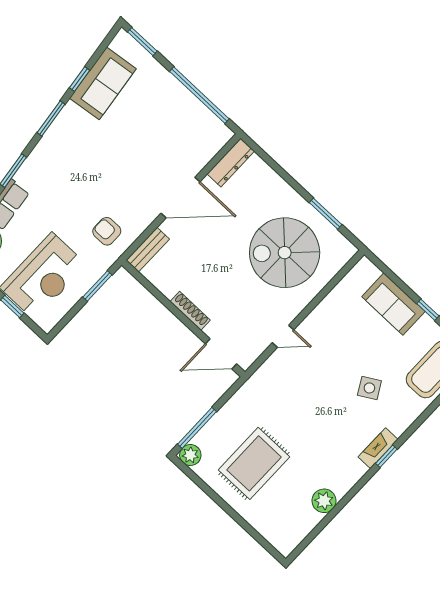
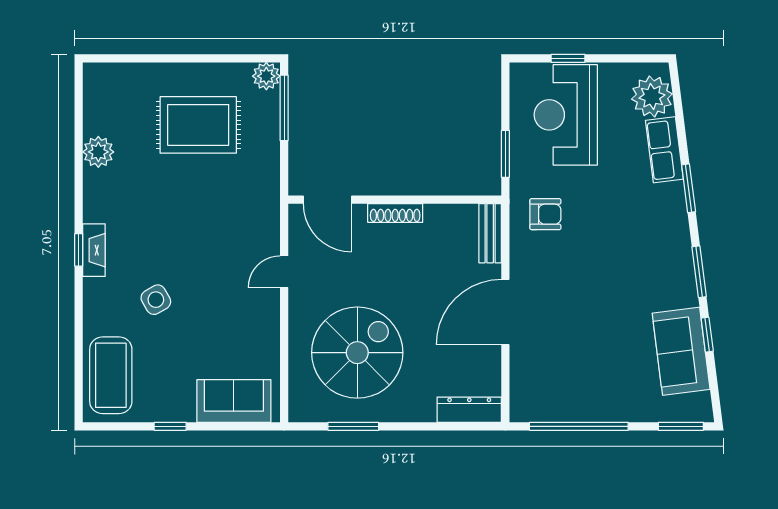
dresser: (231, 163) -> (469, 410), moved, turned 90
sofa: (393, 304) -> (234, 401), moved
door: (221, 354) -> (327, 200), swing flipped
rug: (254, 463) -> (198, 125), turned 90

